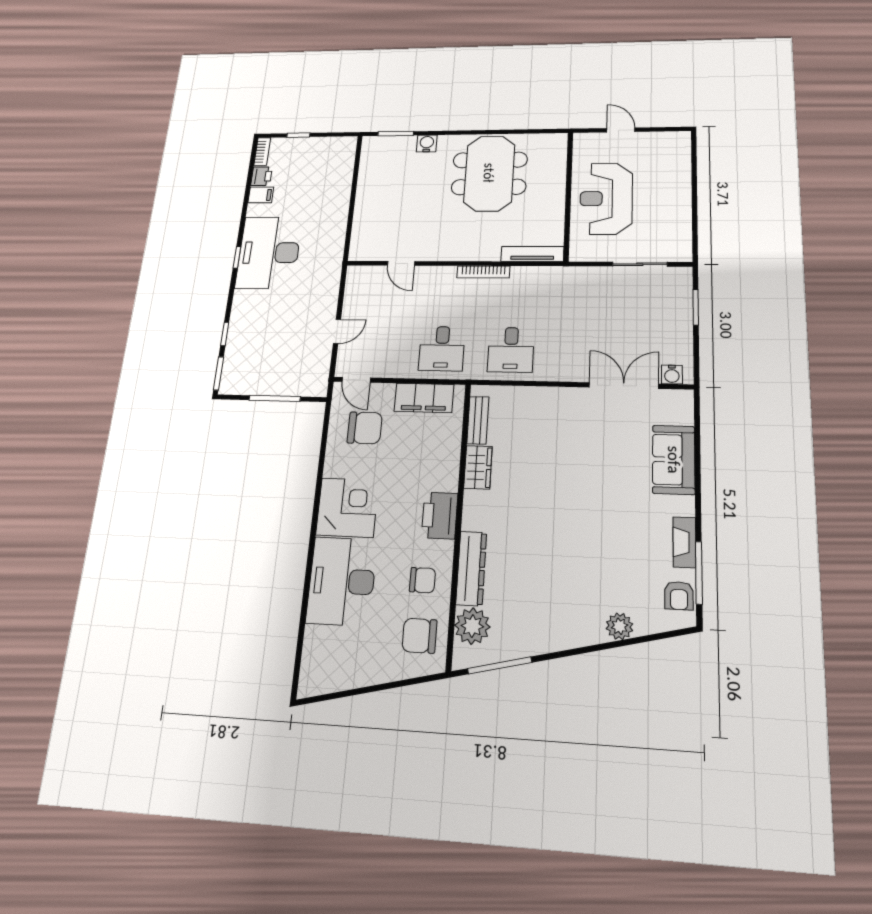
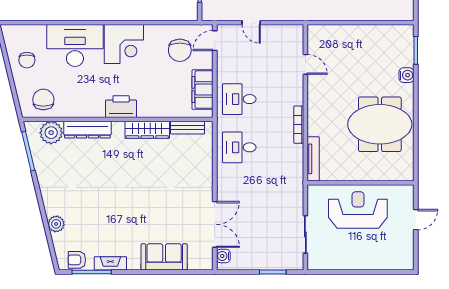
door: (401, 263) -> (305, 64), swing flipped
wardrobe: (478, 467) -> (147, 130), width x1.50
chair: (422, 580) -> (27, 60), moved

